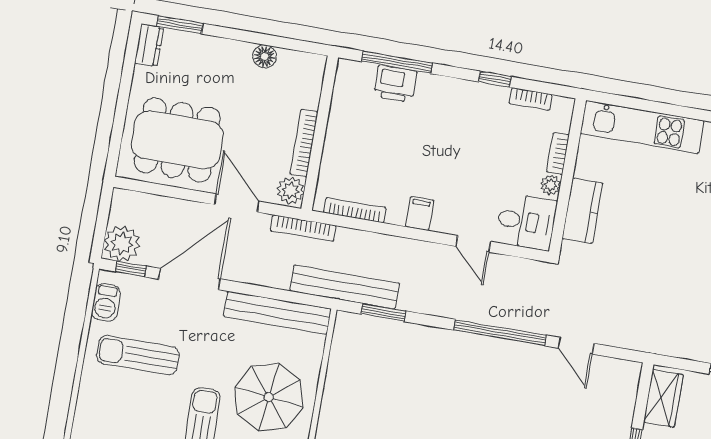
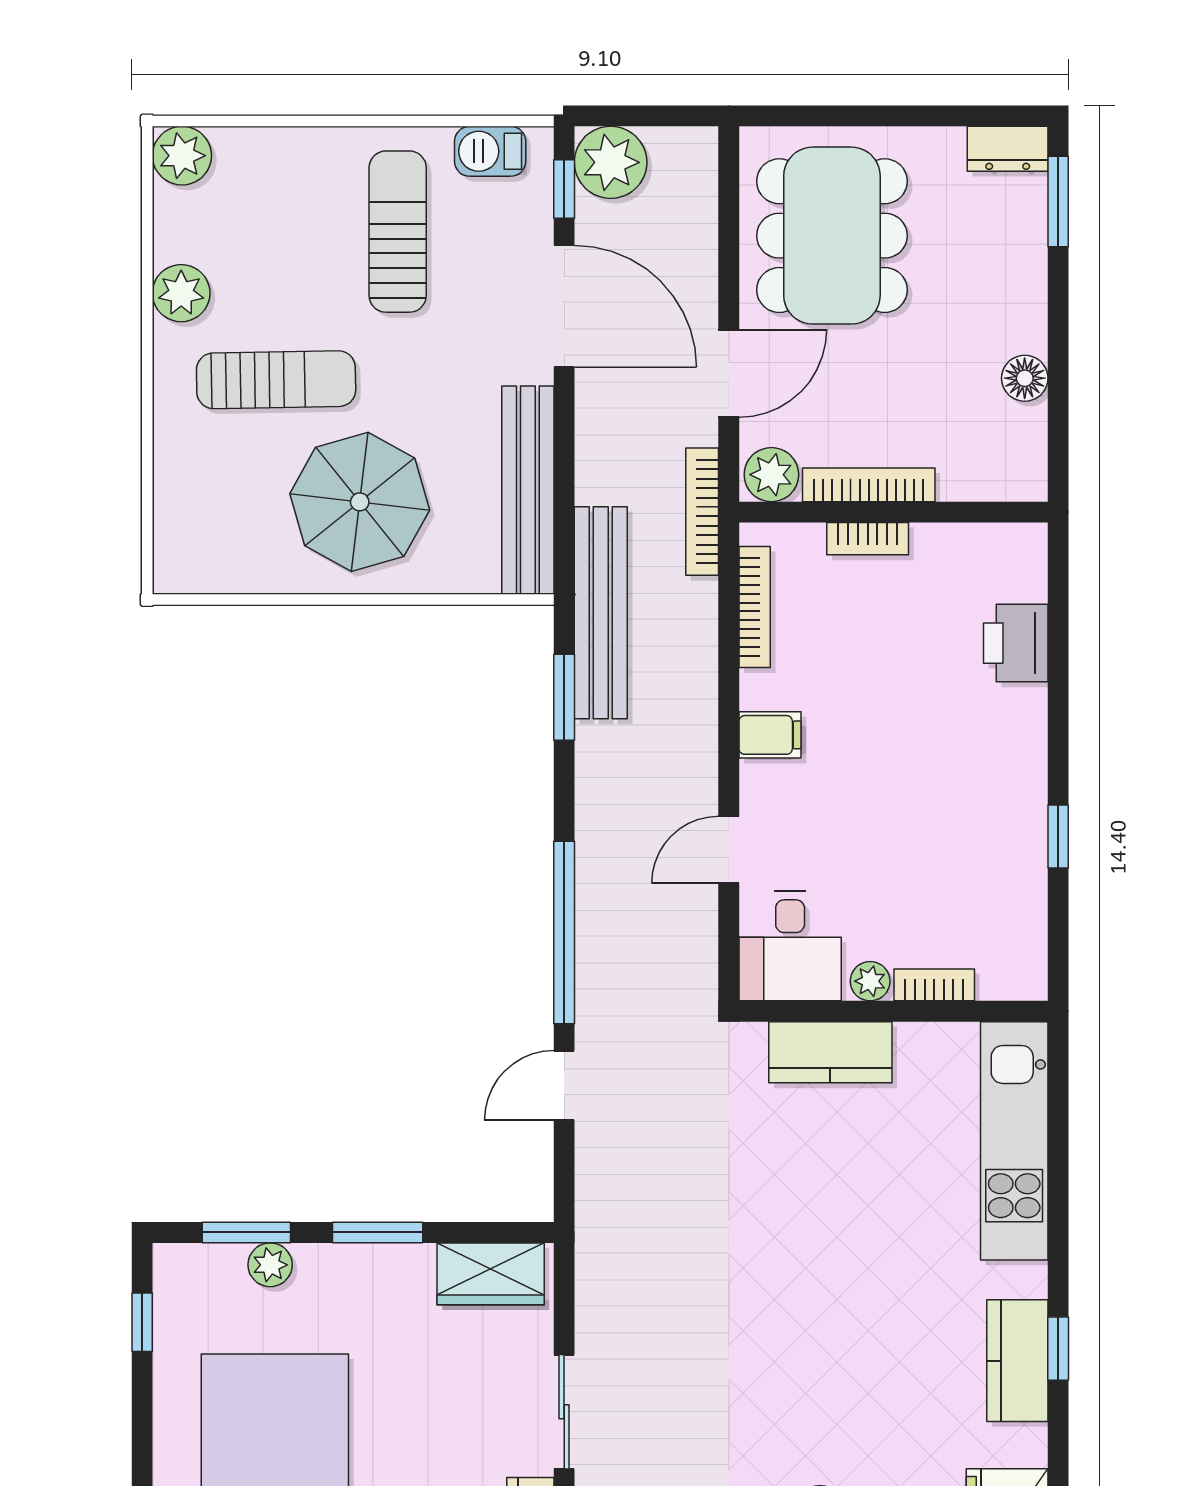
window: (397, 62) -> (1058, 639), removed
bookcase: (531, 99) -> (868, 539), moved, turned -90

